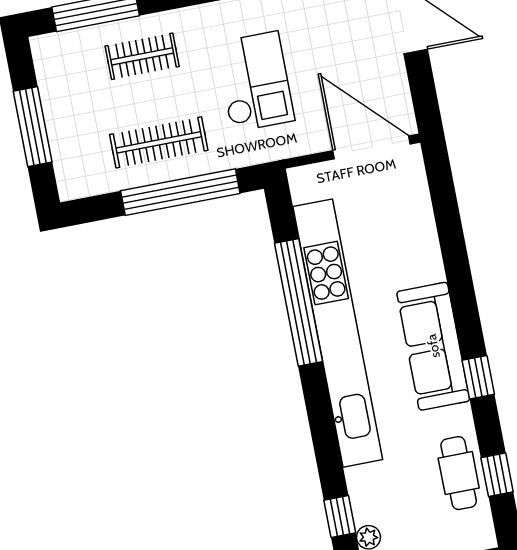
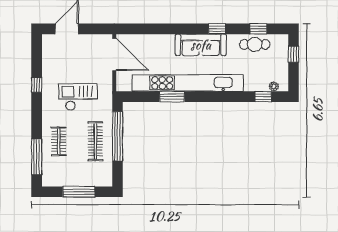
door: (372, 147) -> (114, 54), swing flipped
window: (299, 302) -> (172, 97), width x0.47

